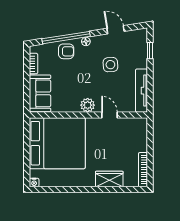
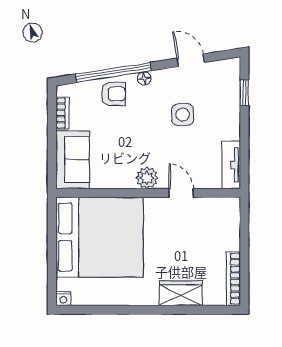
tv unit: (141, 91) -> (231, 165), width x0.71

